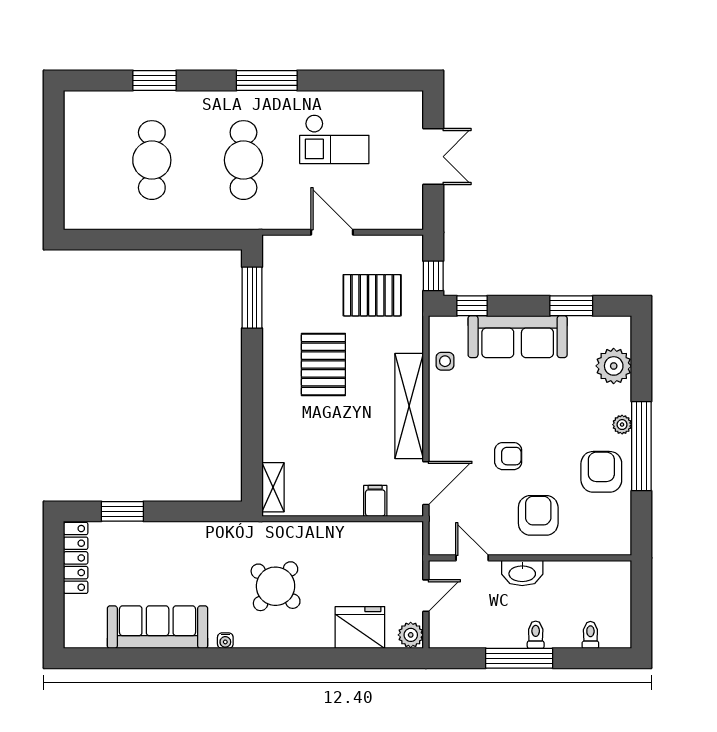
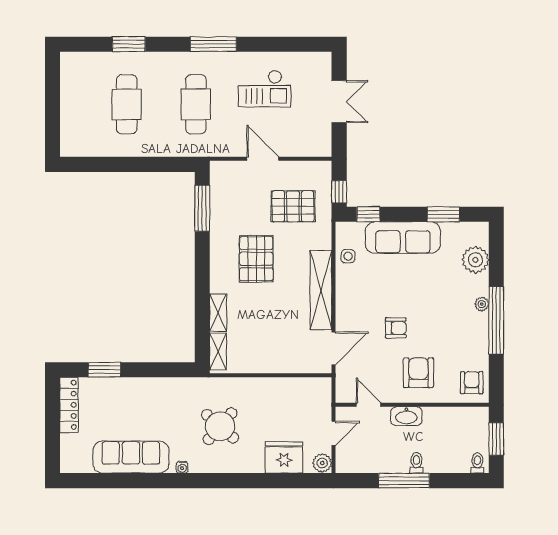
shelving: (273, 436) -> (218, 313), added
armchair: (601, 472) -> (472, 383), moved, width x0.72, depth x0.72
filing cabinet: (375, 501) -> (295, 362), removed
window: (641, 603) -> (496, 439), added
toilet: (590, 635) -> (477, 463), moved

